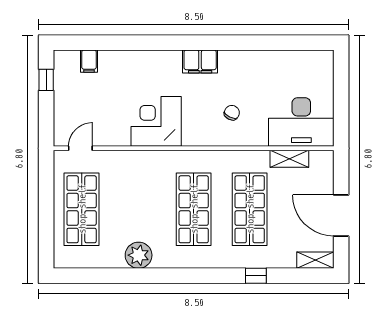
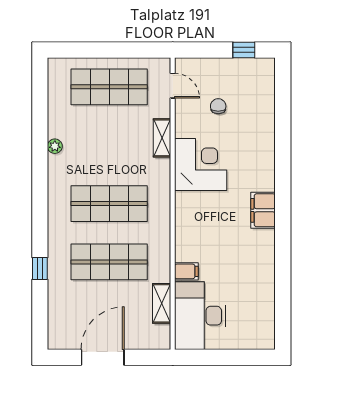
filing cabinet: (89, 61) -> (186, 271), moved, turned 180
chair: (232, 113) -> (218, 106), moved, turned -117
plant: (139, 255) -> (55, 146), width x0.53, depth x0.53
shelving: (315, 260) -> (162, 138), moved

